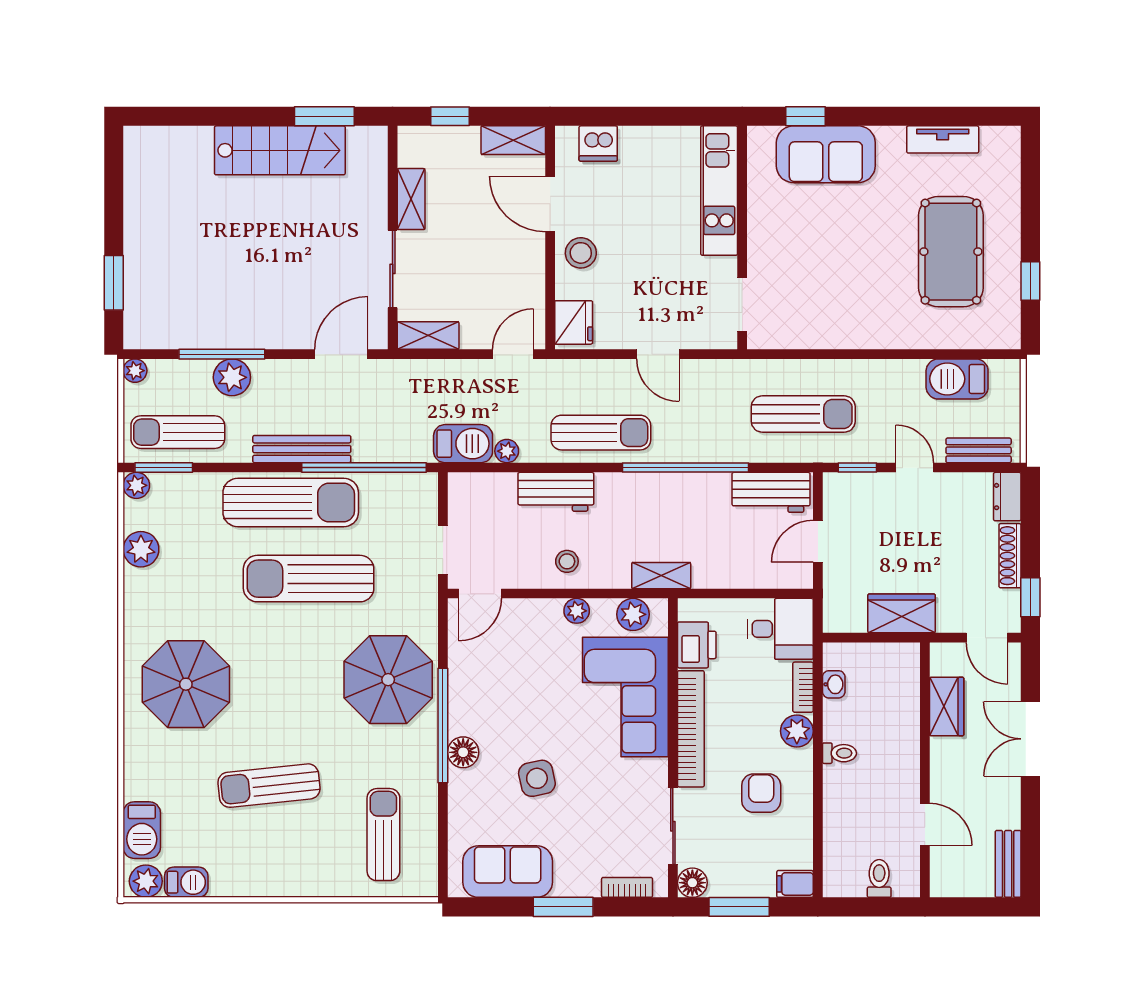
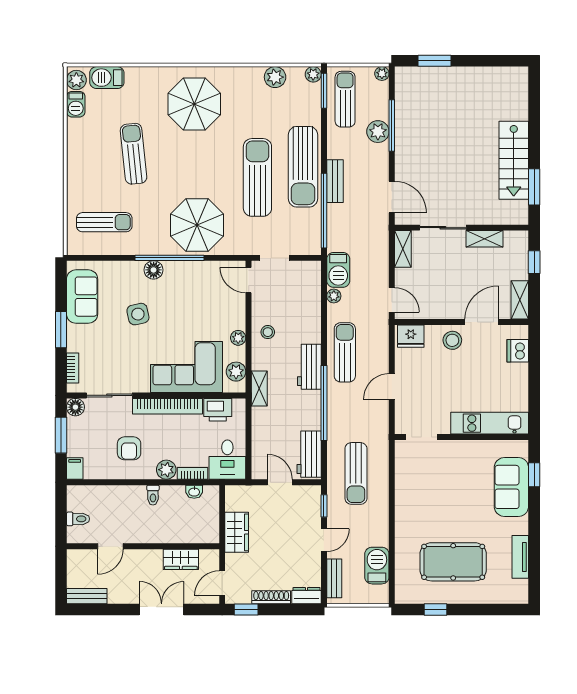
sun lounger: (601, 433) -> (345, 352), turned 180
bench: (302, 449) -> (335, 181), width x0.73
workbench: (556, 492) -> (309, 367), moved
armchair: (761, 793) -> (129, 448), turned 90

